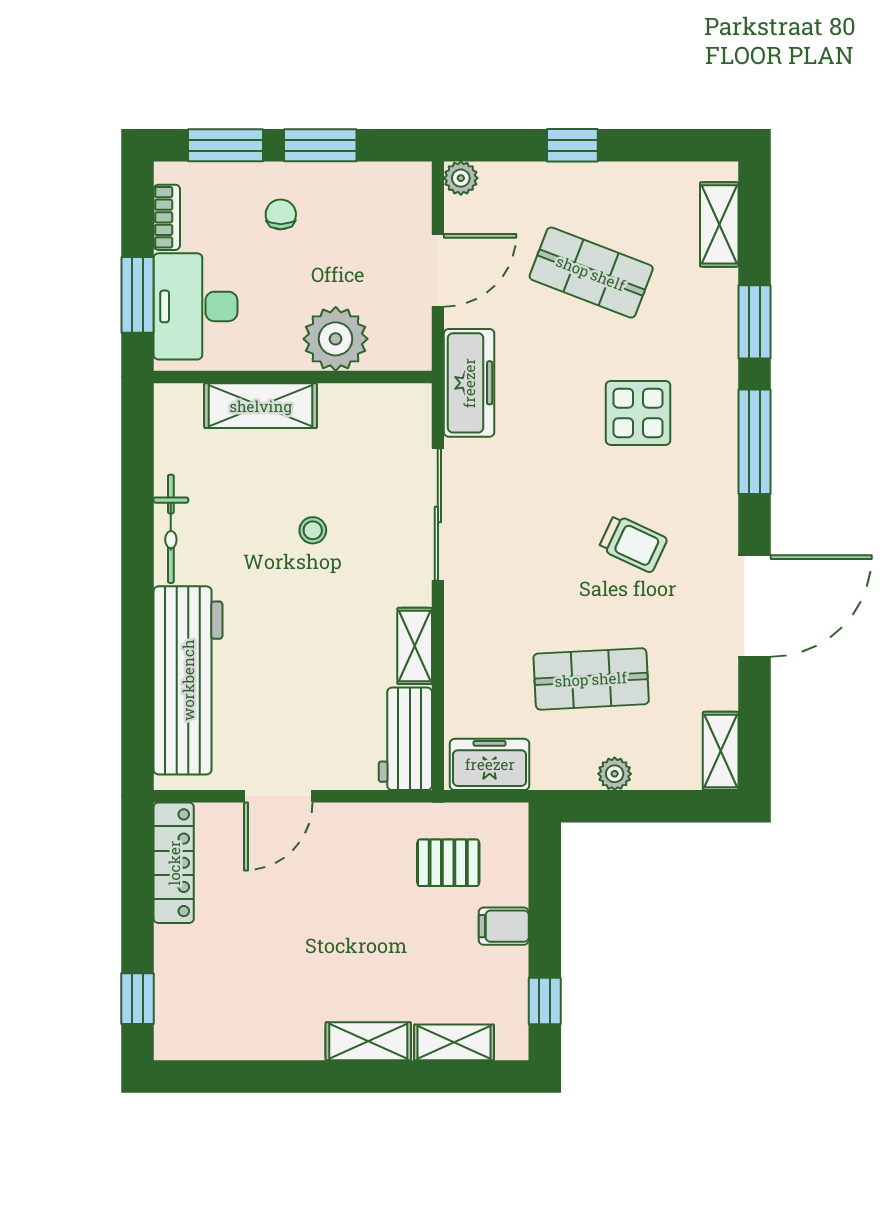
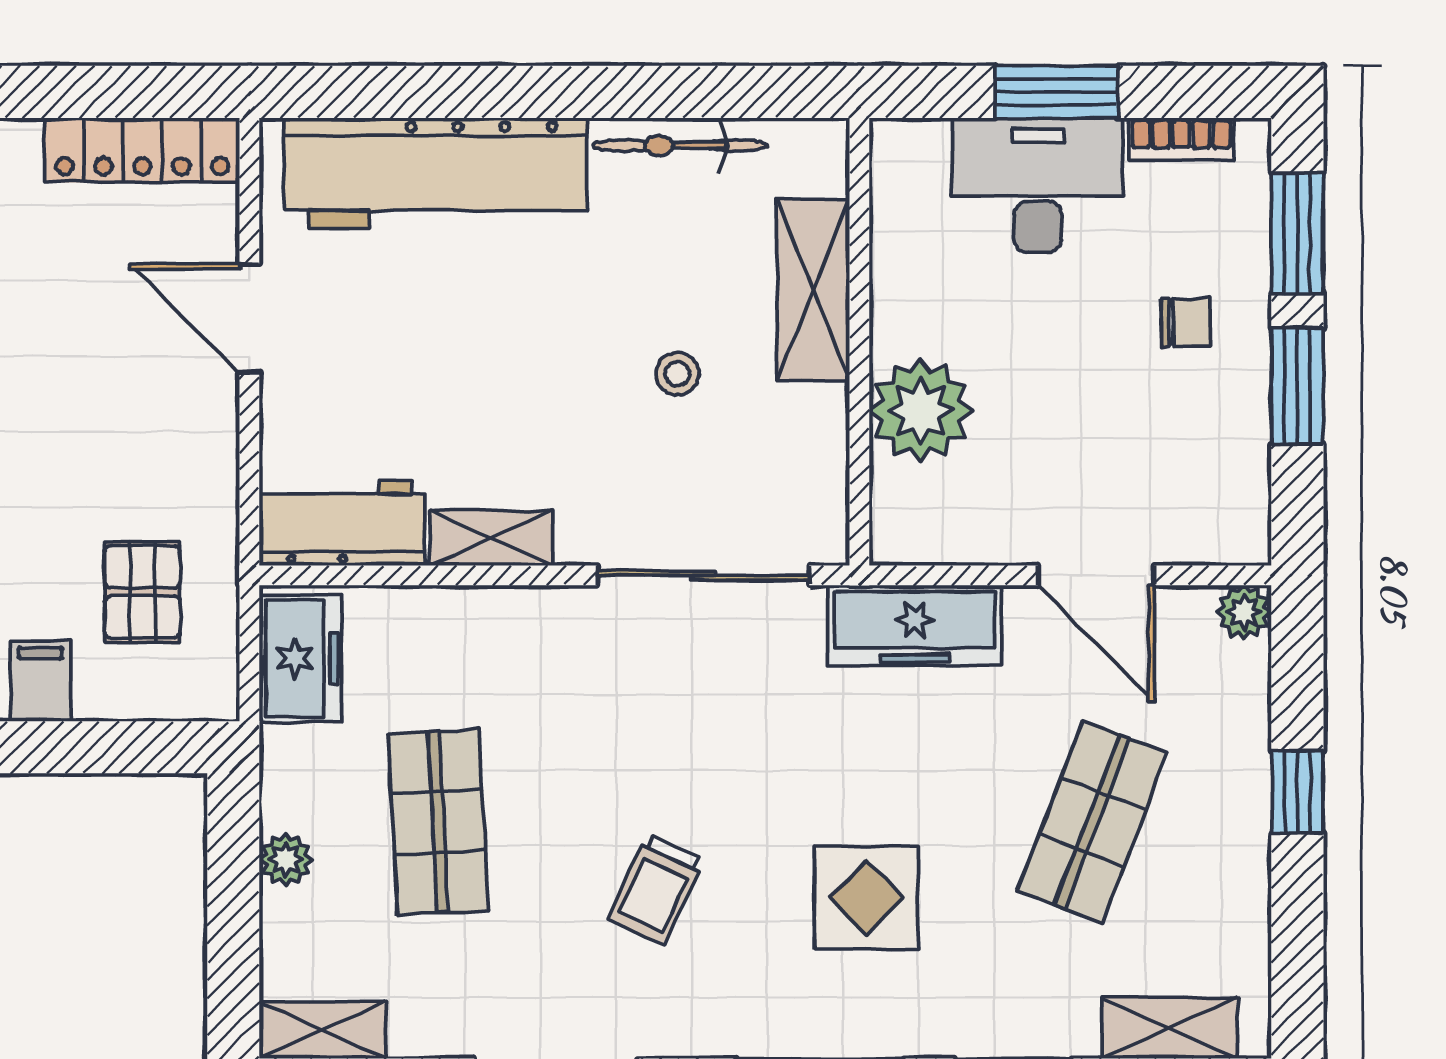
plant: (336, 339) -> (921, 410), moved
wall: (293, 377) -> (859, 342), moved
shelving: (261, 406) -> (813, 290), moved

